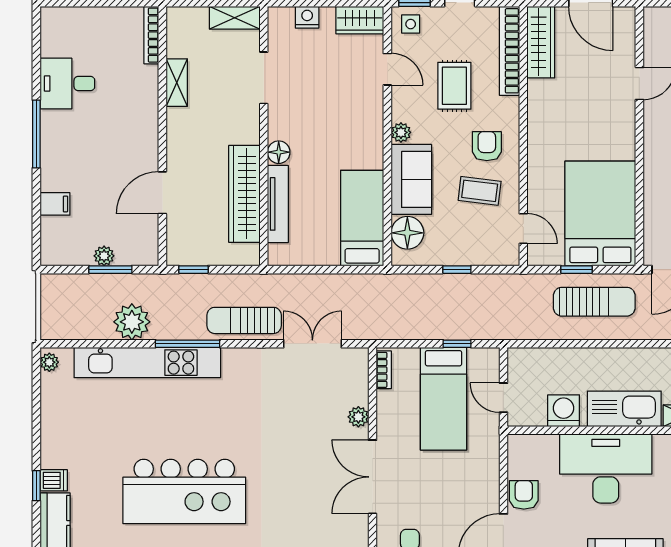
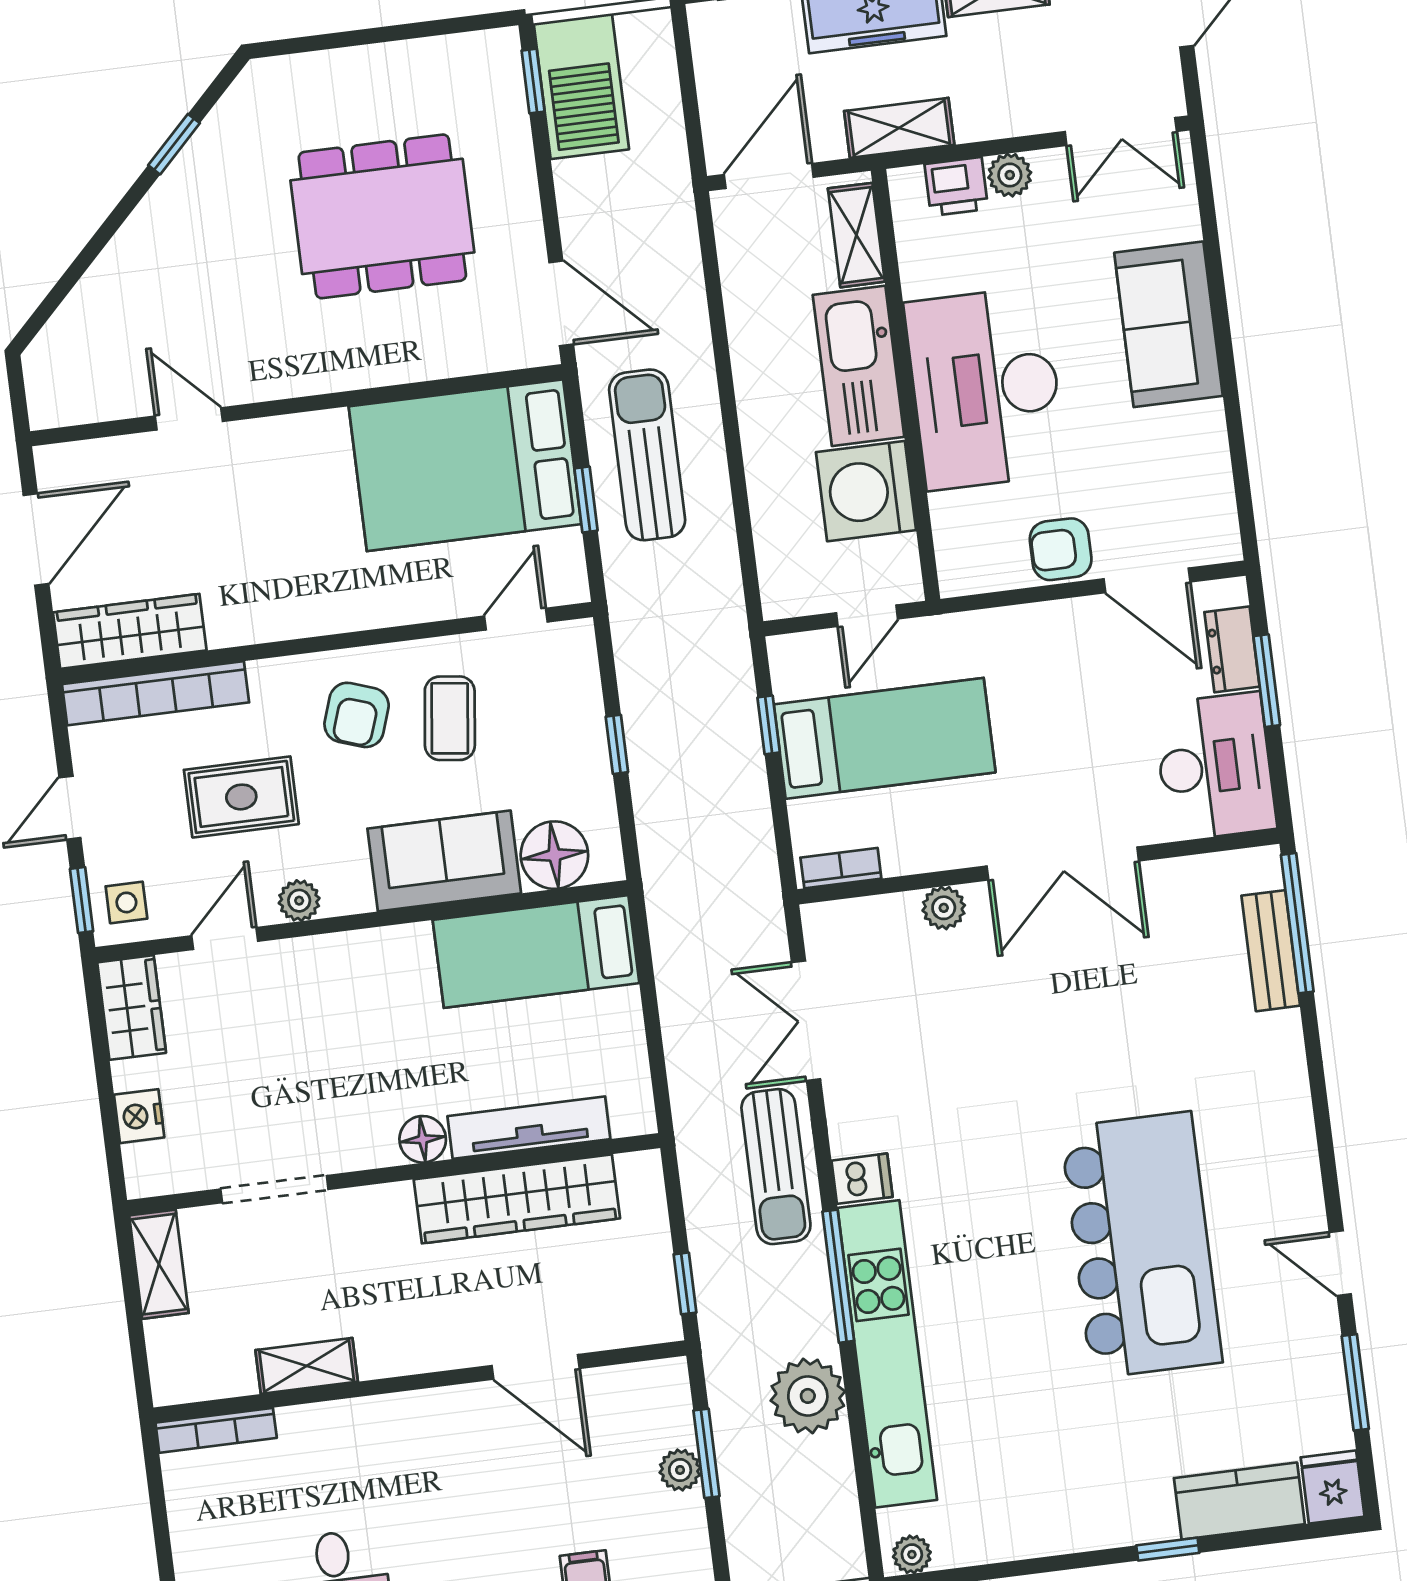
plant: (401, 132) -> (299, 901), moved
armchair: (487, 146) -> (357, 715), turned -71
washing machine: (564, 411) -> (866, 491), width x1.37, depth x1.37
dishwasher: (54, 480) -> (862, 1179), moved, turned 90

